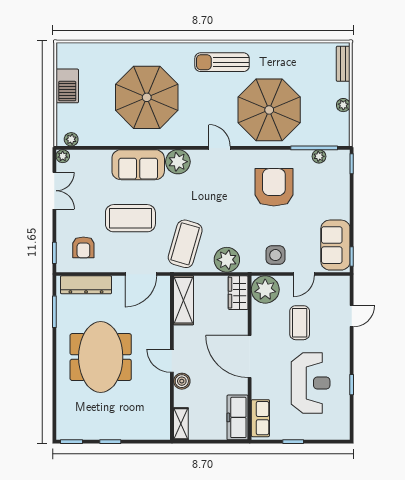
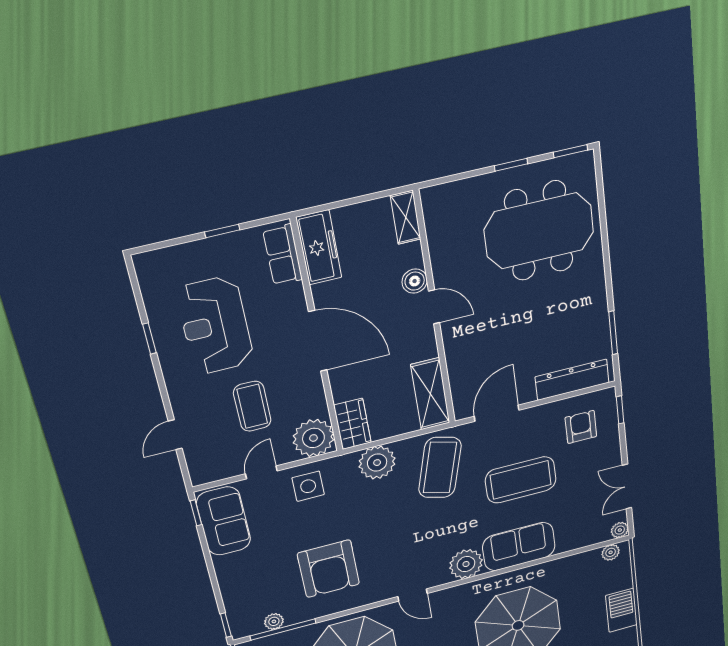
meeting table: (101, 357) -> (539, 231), moved, turned 90

